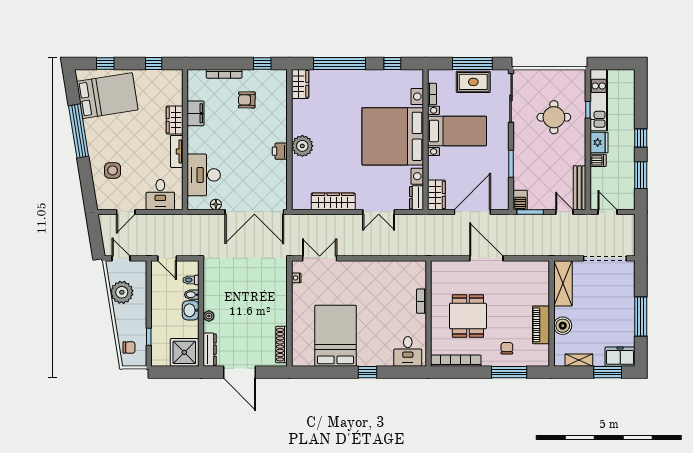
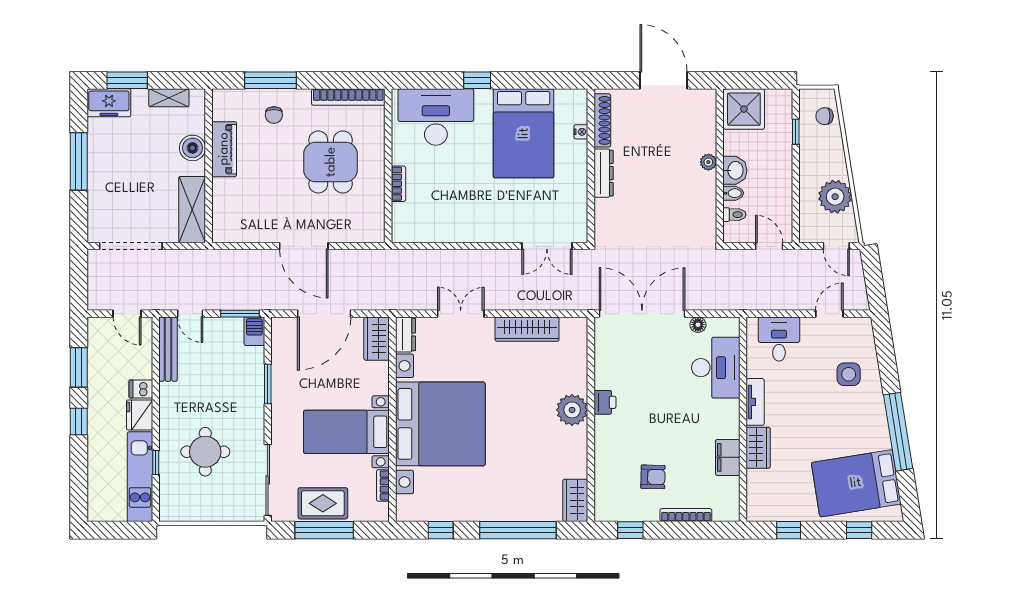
nightstand: (296, 278) -> (581, 132), moved
dresser: (210, 350) -> (604, 173), moved, turned 180
desk: (408, 351) -> (436, 117), width x1.87, depth x1.30

